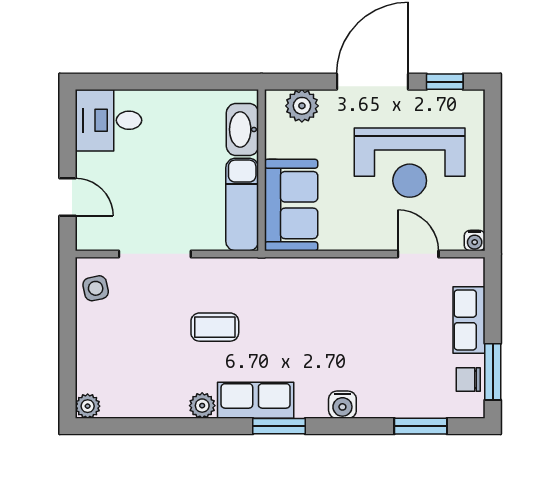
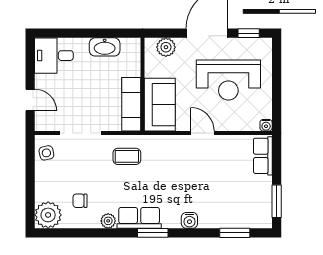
washbasin: (242, 129) -> (105, 47), moved, turned -90
door: (418, 254) -> (202, 133), moved
row of seats: (469, 320) -> (263, 156), moved
coffee table: (215, 327) -> (127, 156), moved
chair: (468, 379) -> (80, 201), moved
plant: (88, 406) -> (48, 215), width x1.88, depth x1.88

